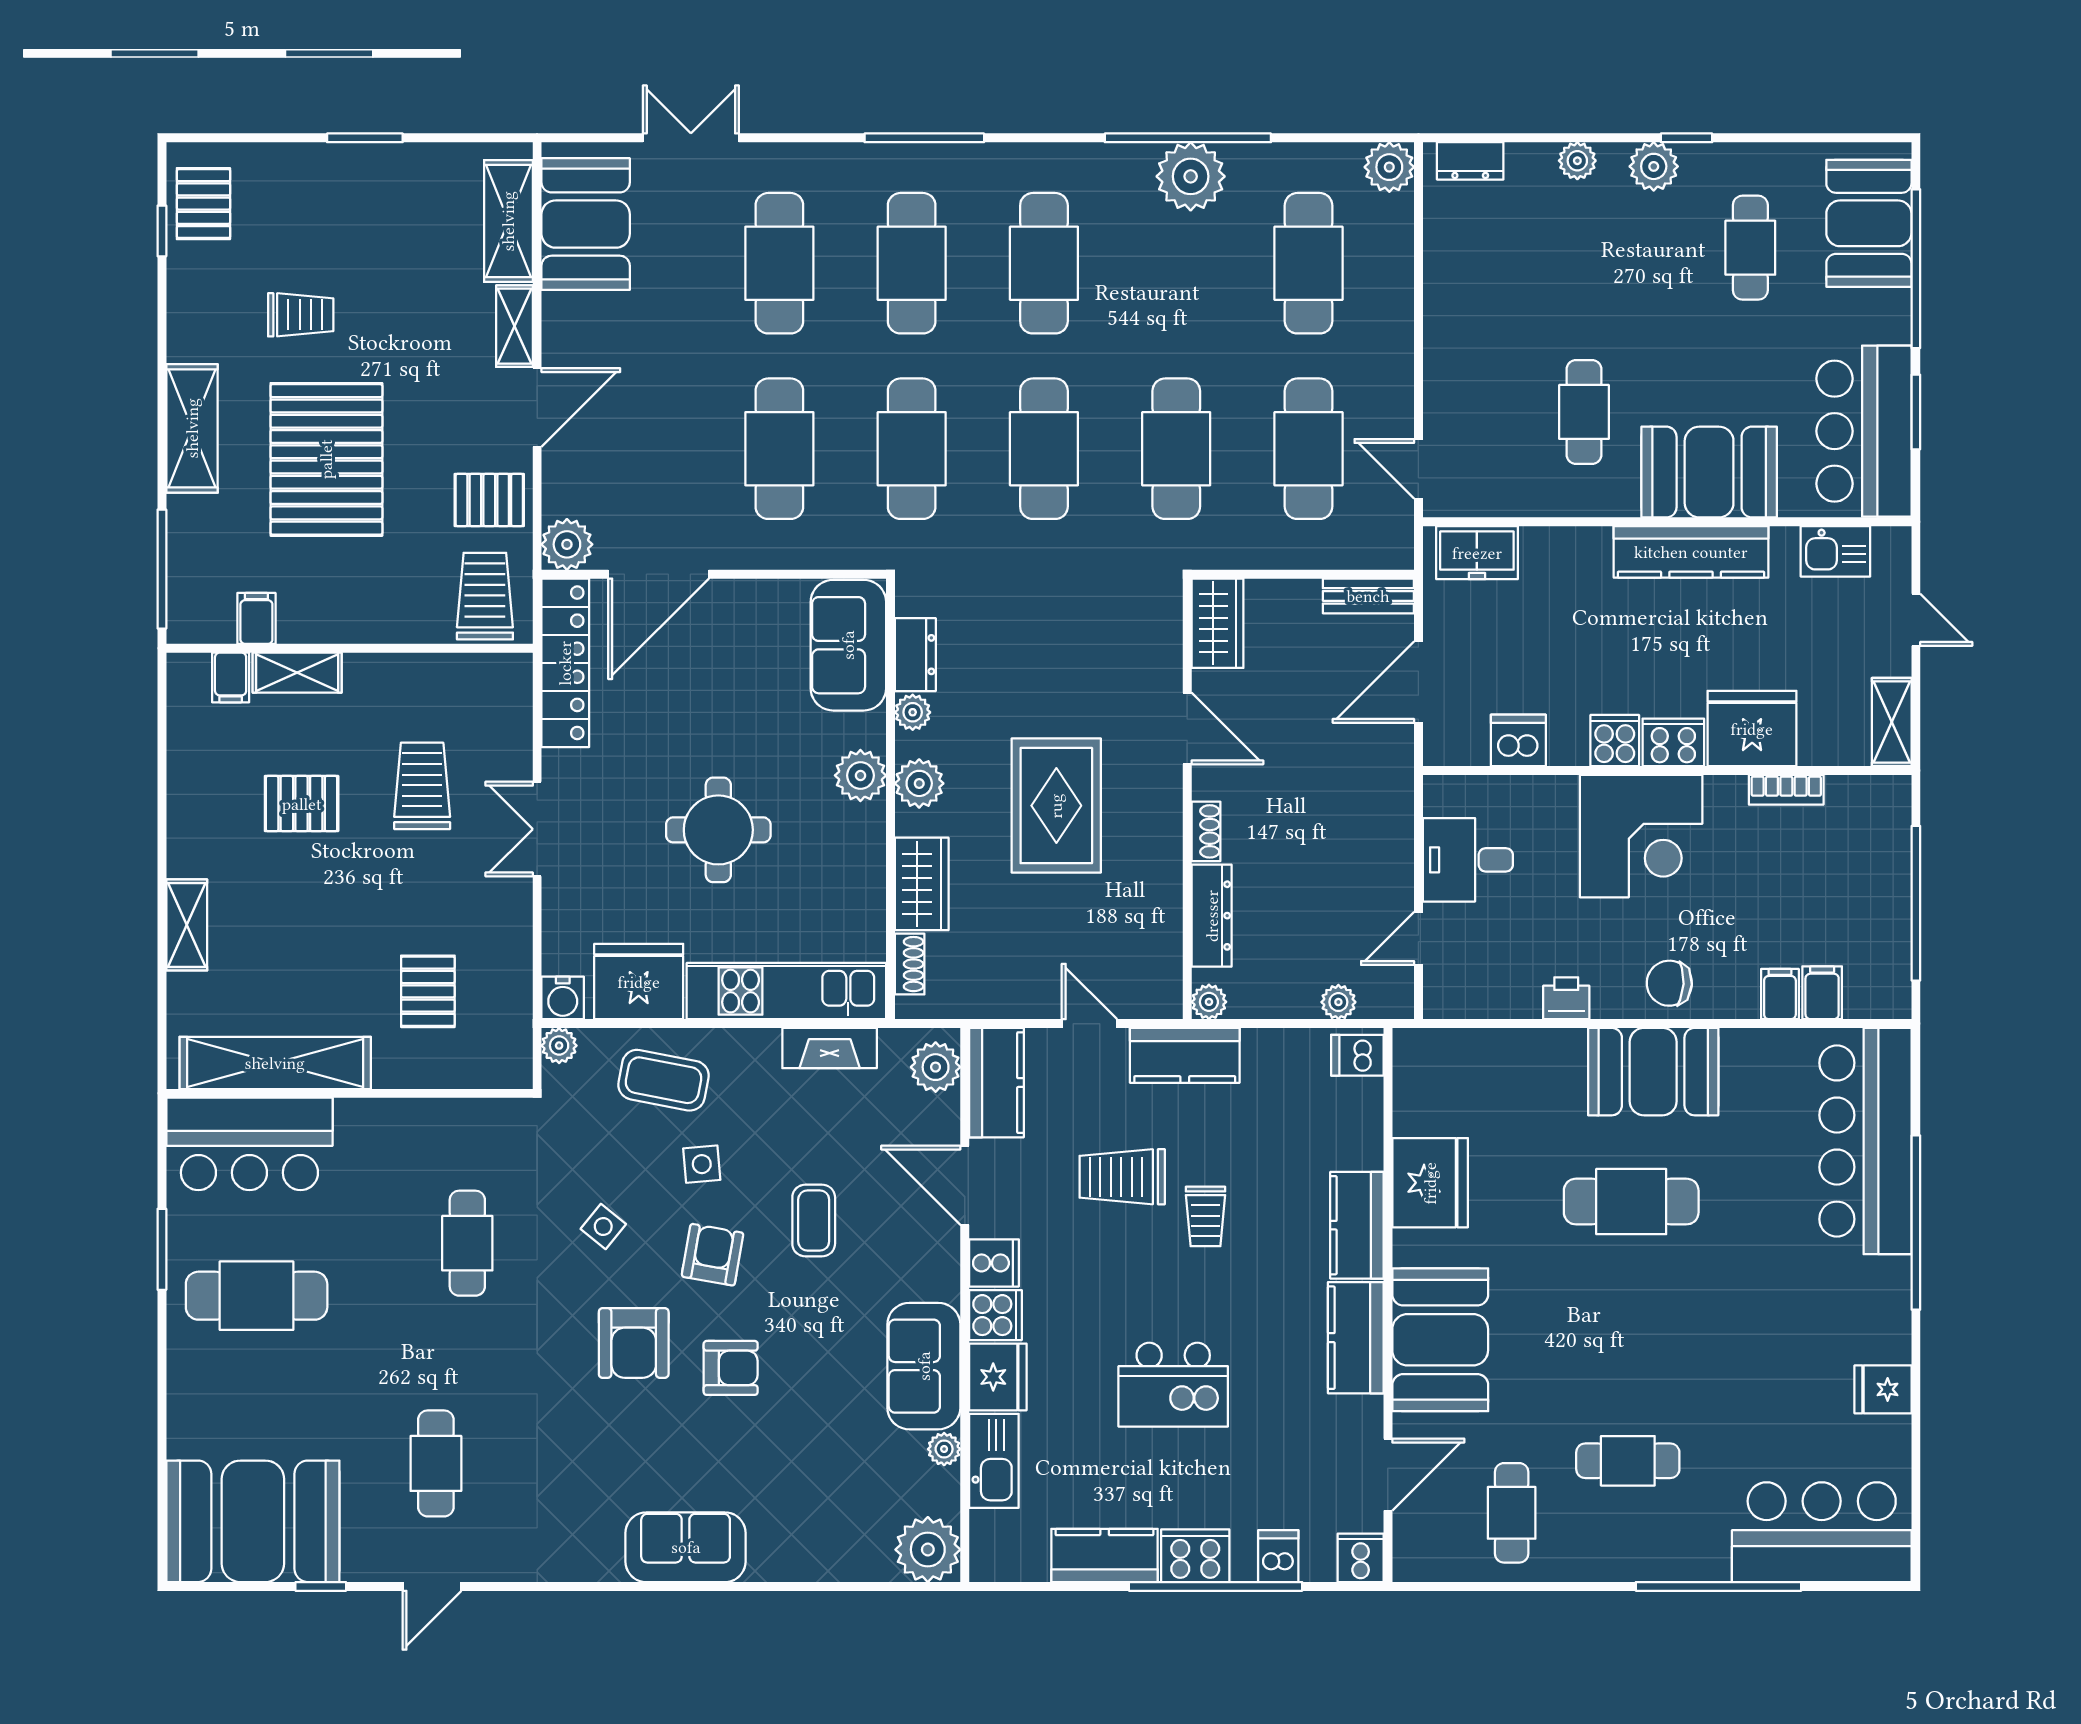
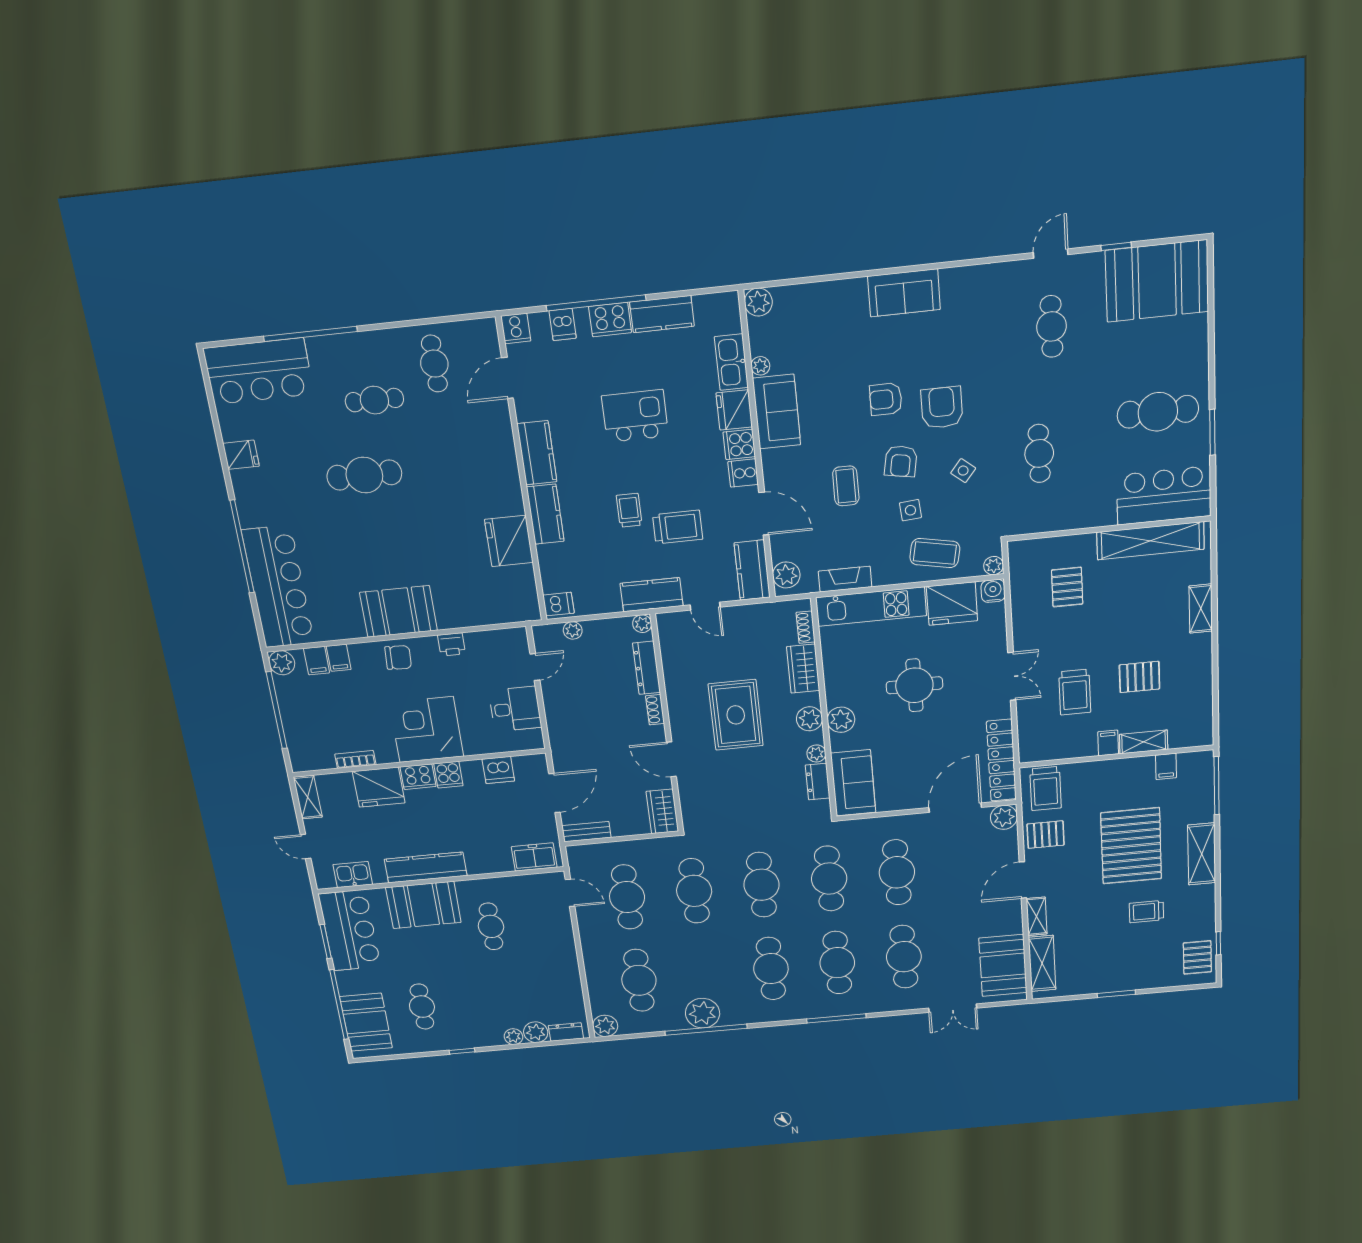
plant: (1654, 166) -> (536, 1032), moved
filing cabinet: (231, 677) -> (1108, 743), moved
plant: (1888, 995) -> (282, 663), added
cafe table: (1631, 1202) -> (364, 475), moved
booth: (1440, 1340) -> (490, 457), removed
plant: (928, 1550) -> (758, 302), width x0.73, depth x0.73

